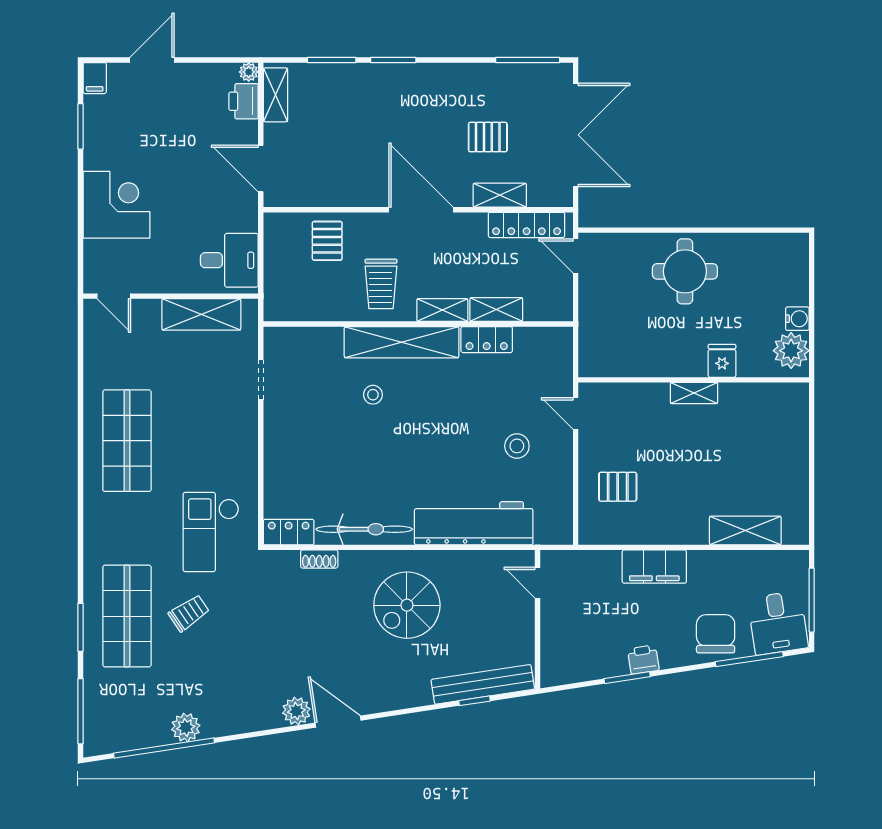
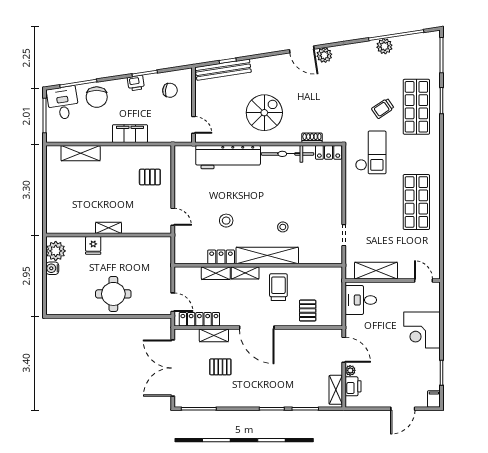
plant: (249, 72) -> (350, 370), moved
stool: (517, 446) -> (226, 221), moved
chair: (581, 646) -> (170, 90), added

